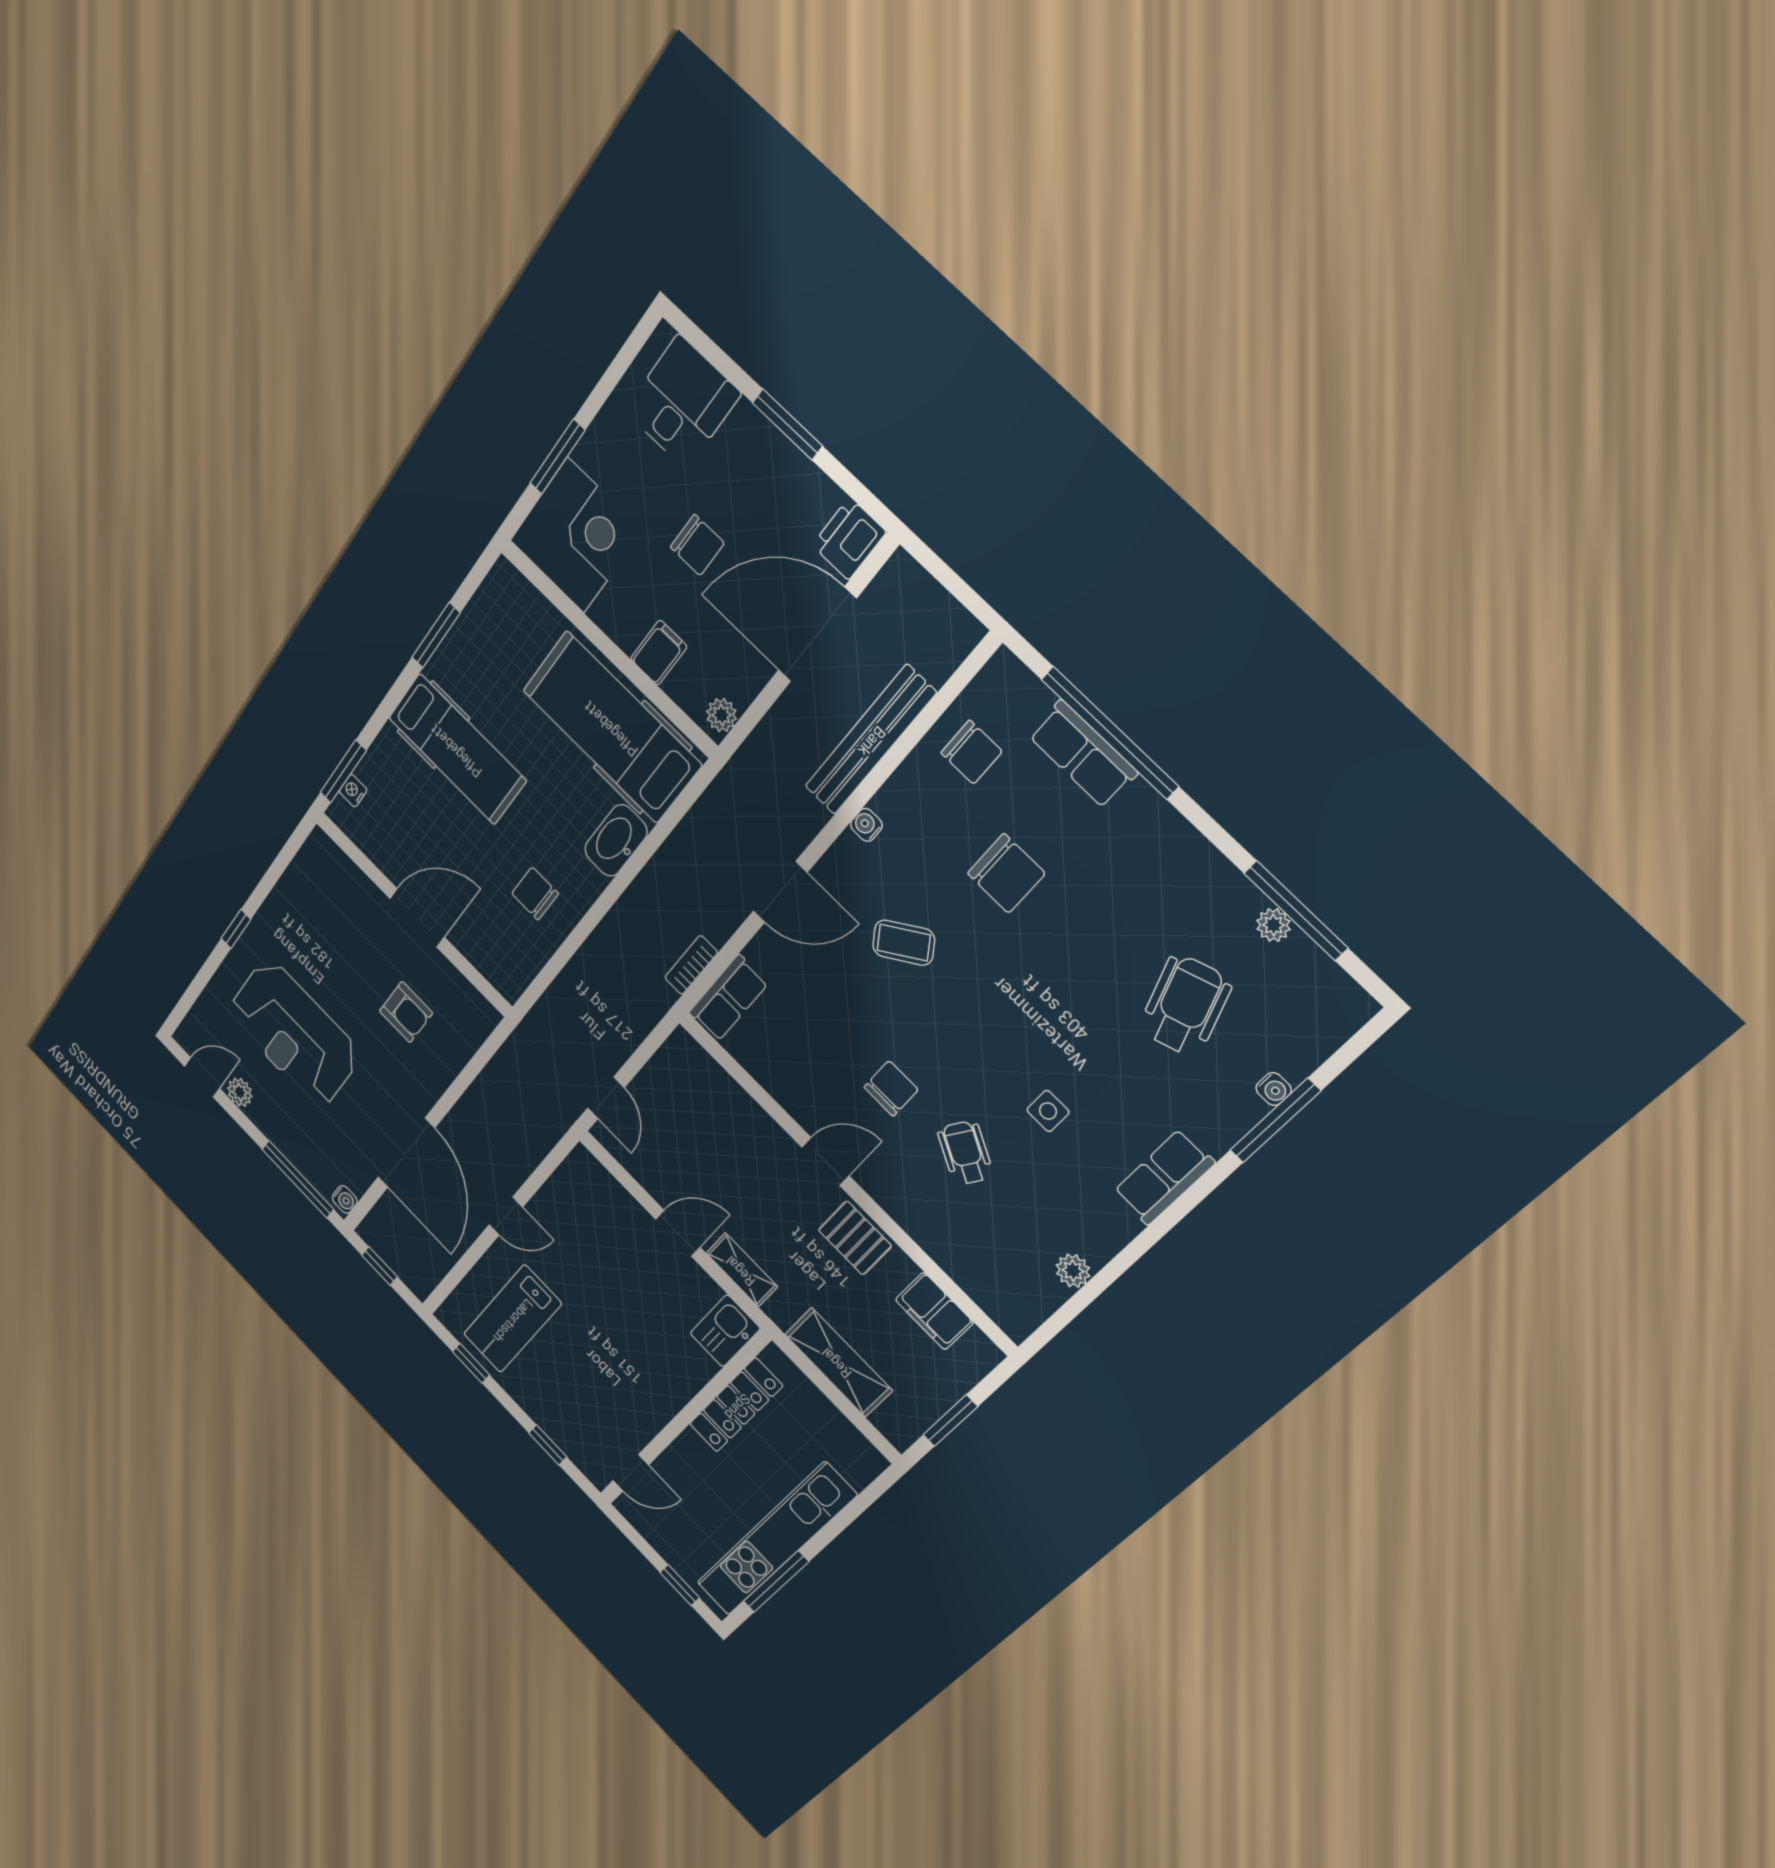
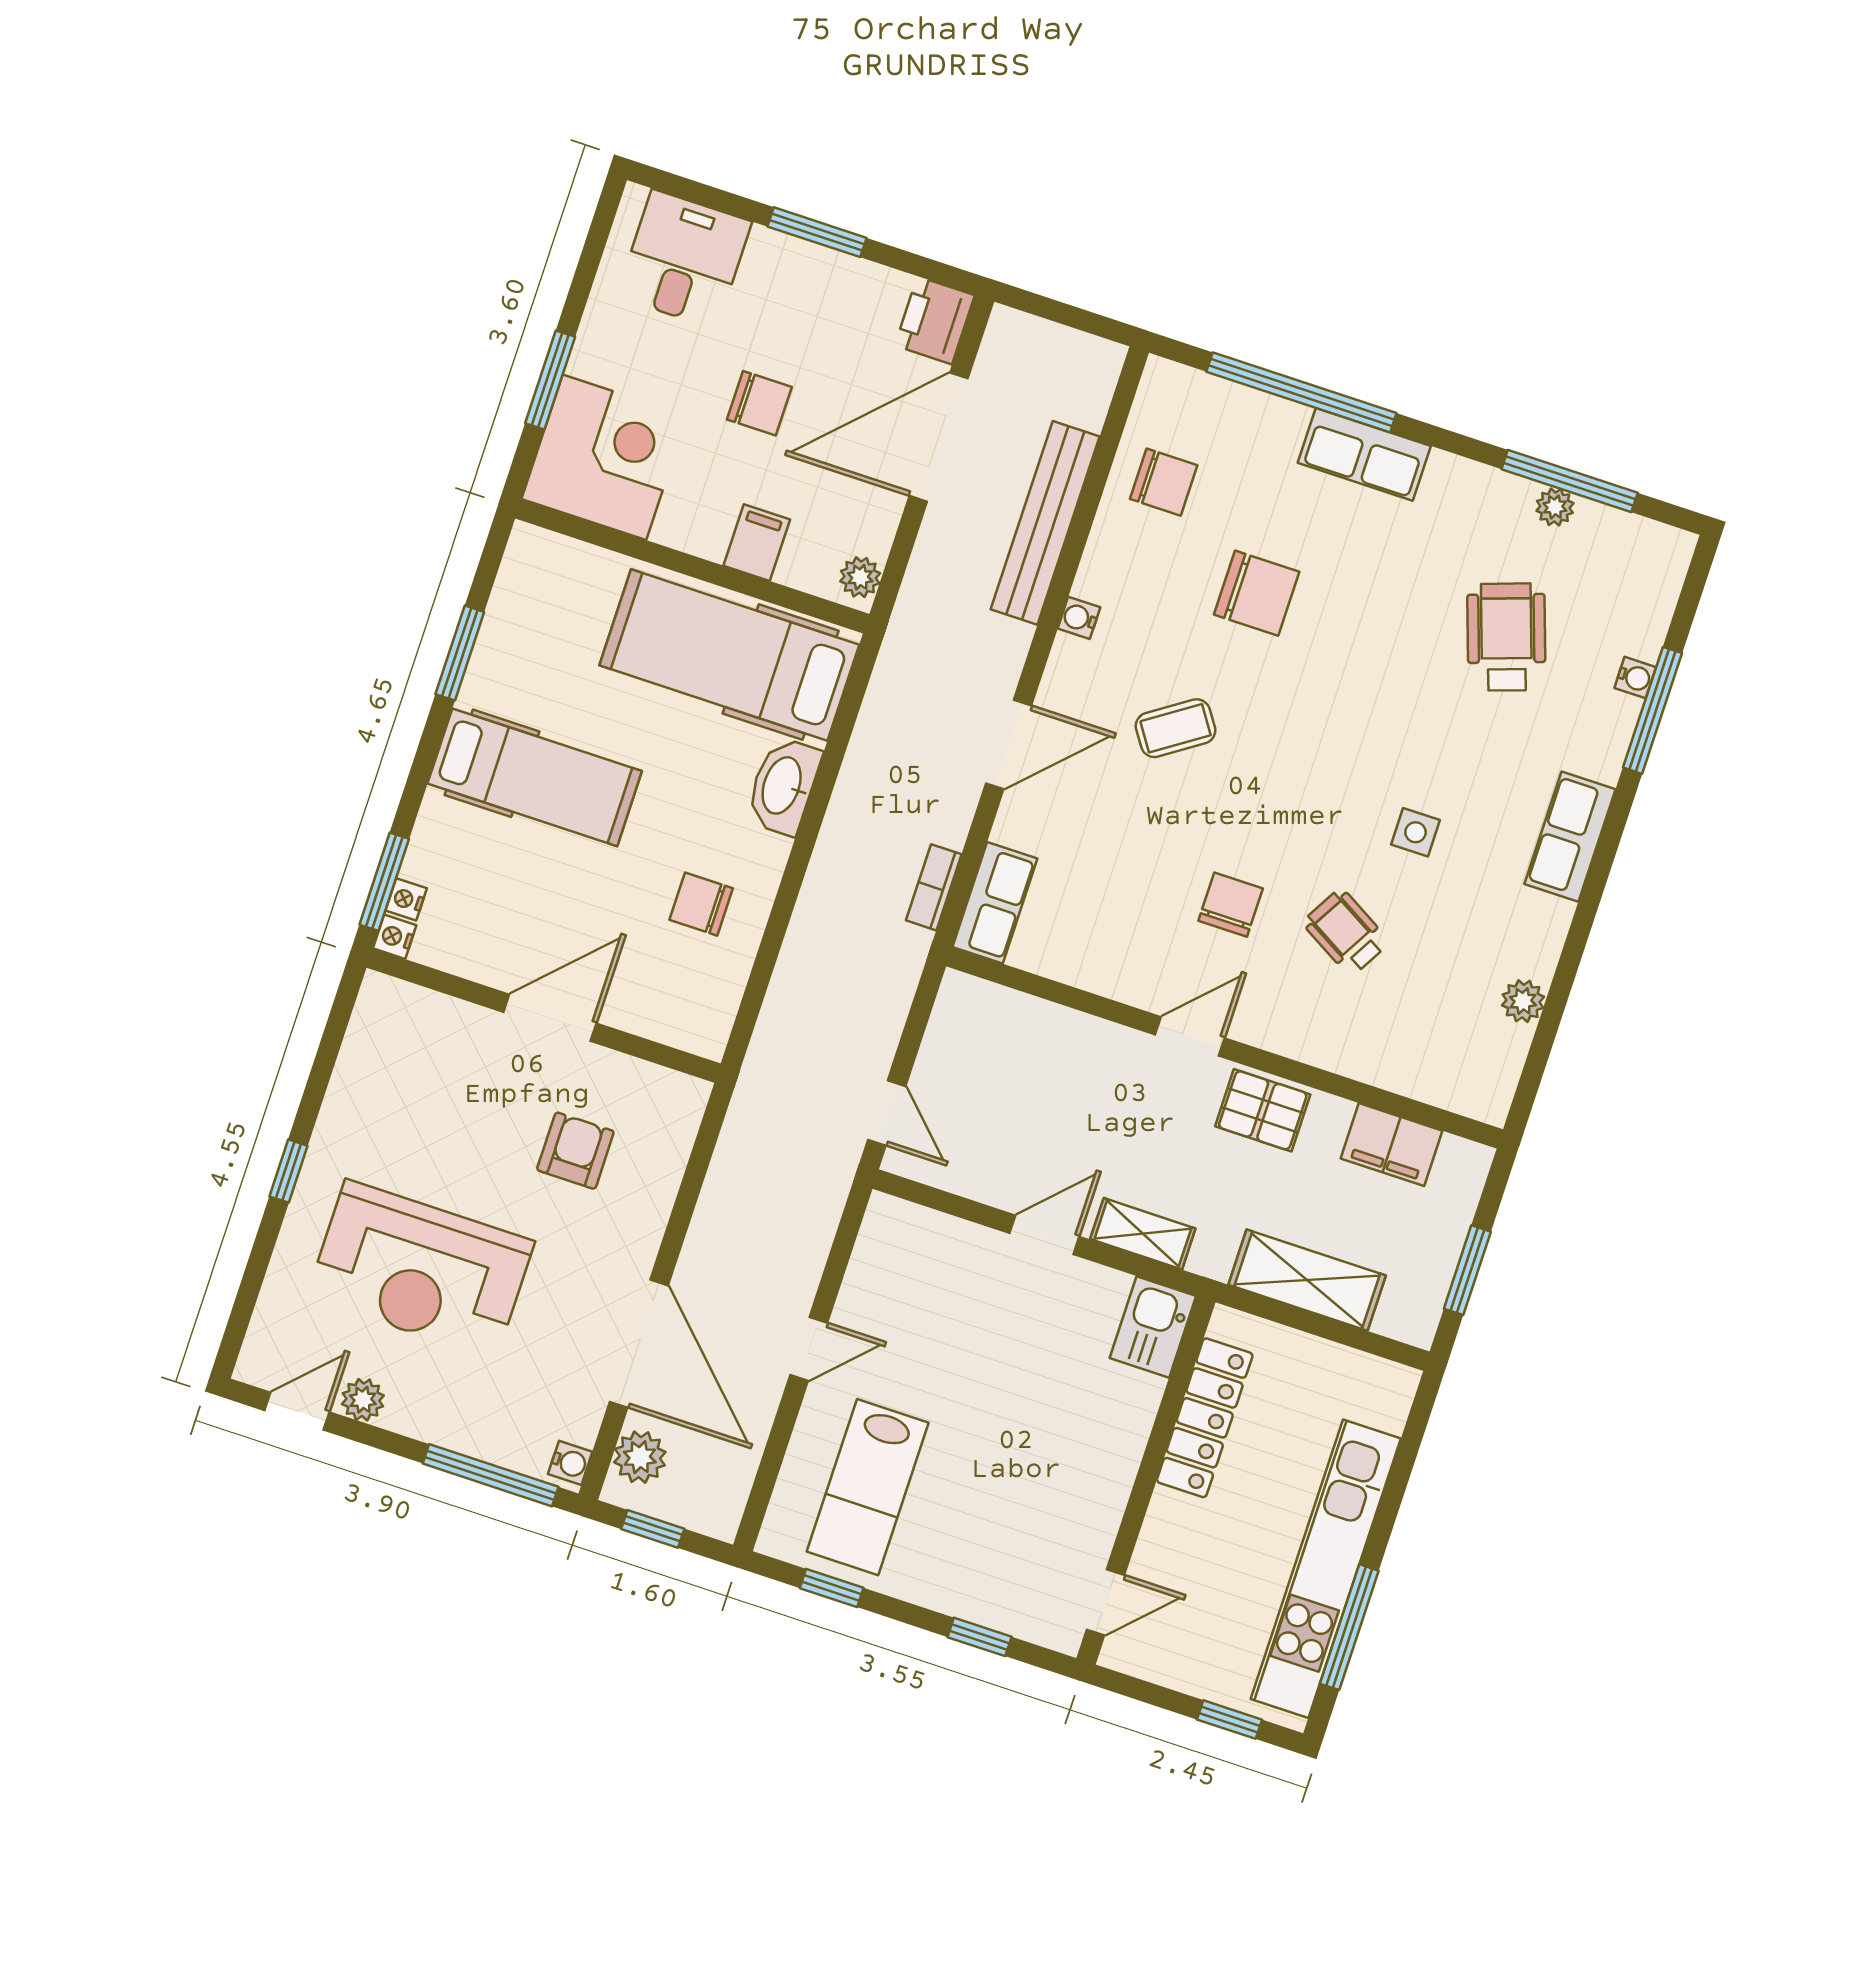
row of seats: (1083, 754) -> (1364, 454), moved
nightstand: (339, 812) -> (395, 937), added
armchair: (406, 1012) -> (575, 1151), turned -90
plant: (385, 1220) -> (640, 1457), added

